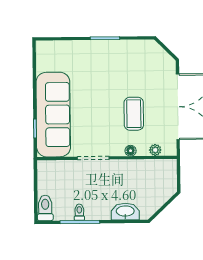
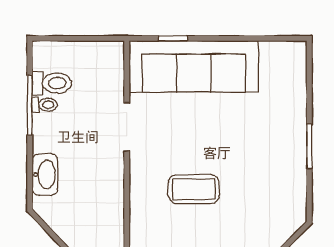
plant: (155, 150) -> (138, 221), removed
floor lamp: (131, 151) -> (138, 184), removed
toilet: (45, 208) -> (52, 83), moved

